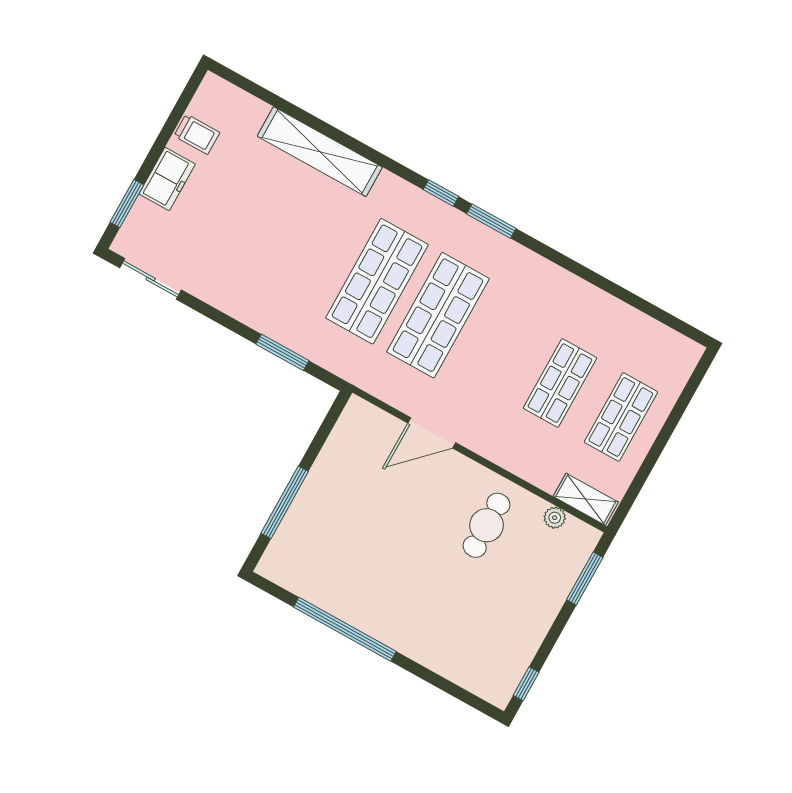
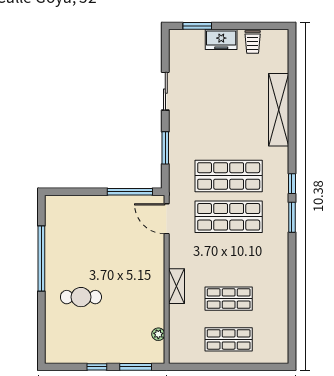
sliding door: (151, 279) -> (165, 91), moved
door: (432, 433) -> (167, 219), moved
shelving: (586, 499) -> (177, 286), moved
window: (285, 502) -> (130, 192), moved
cafe table: (487, 525) -> (81, 297), moved
window: (526, 684) -> (97, 367), moved

